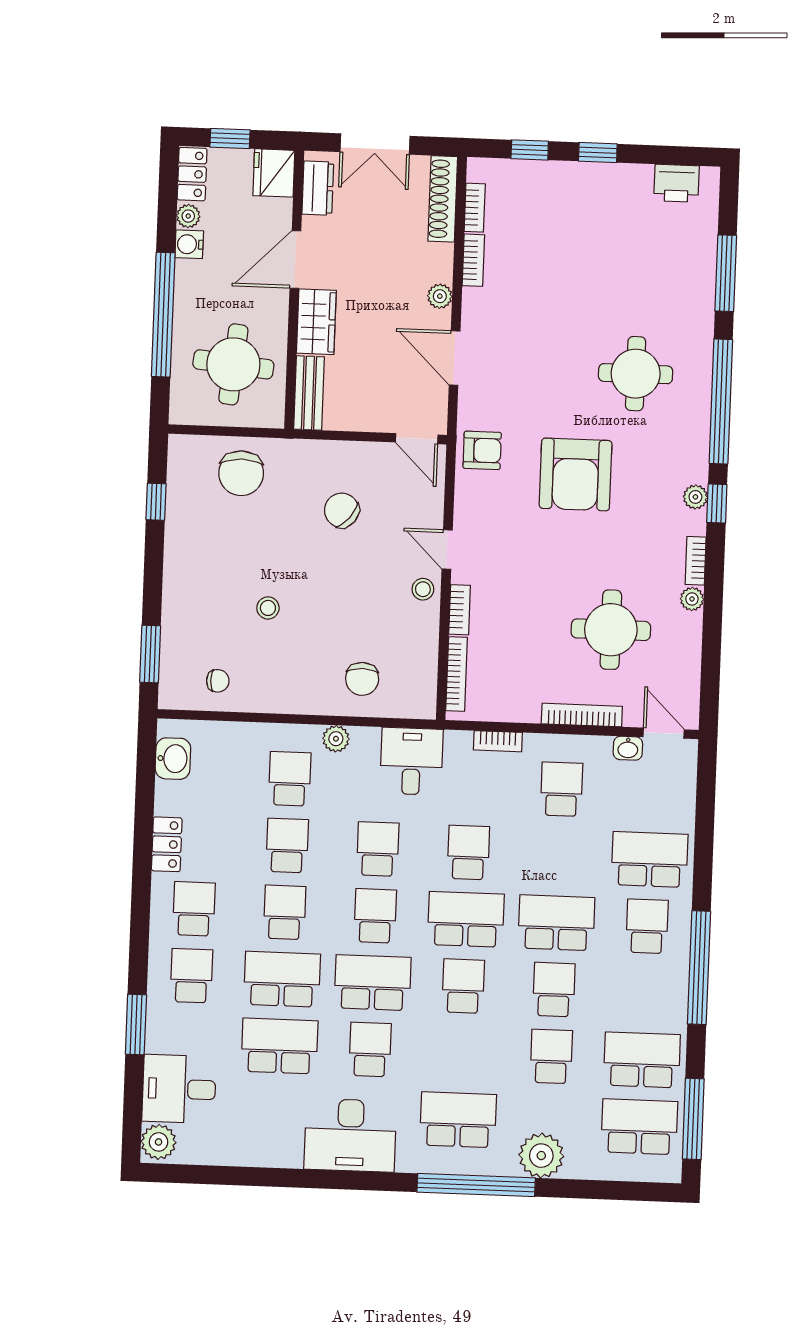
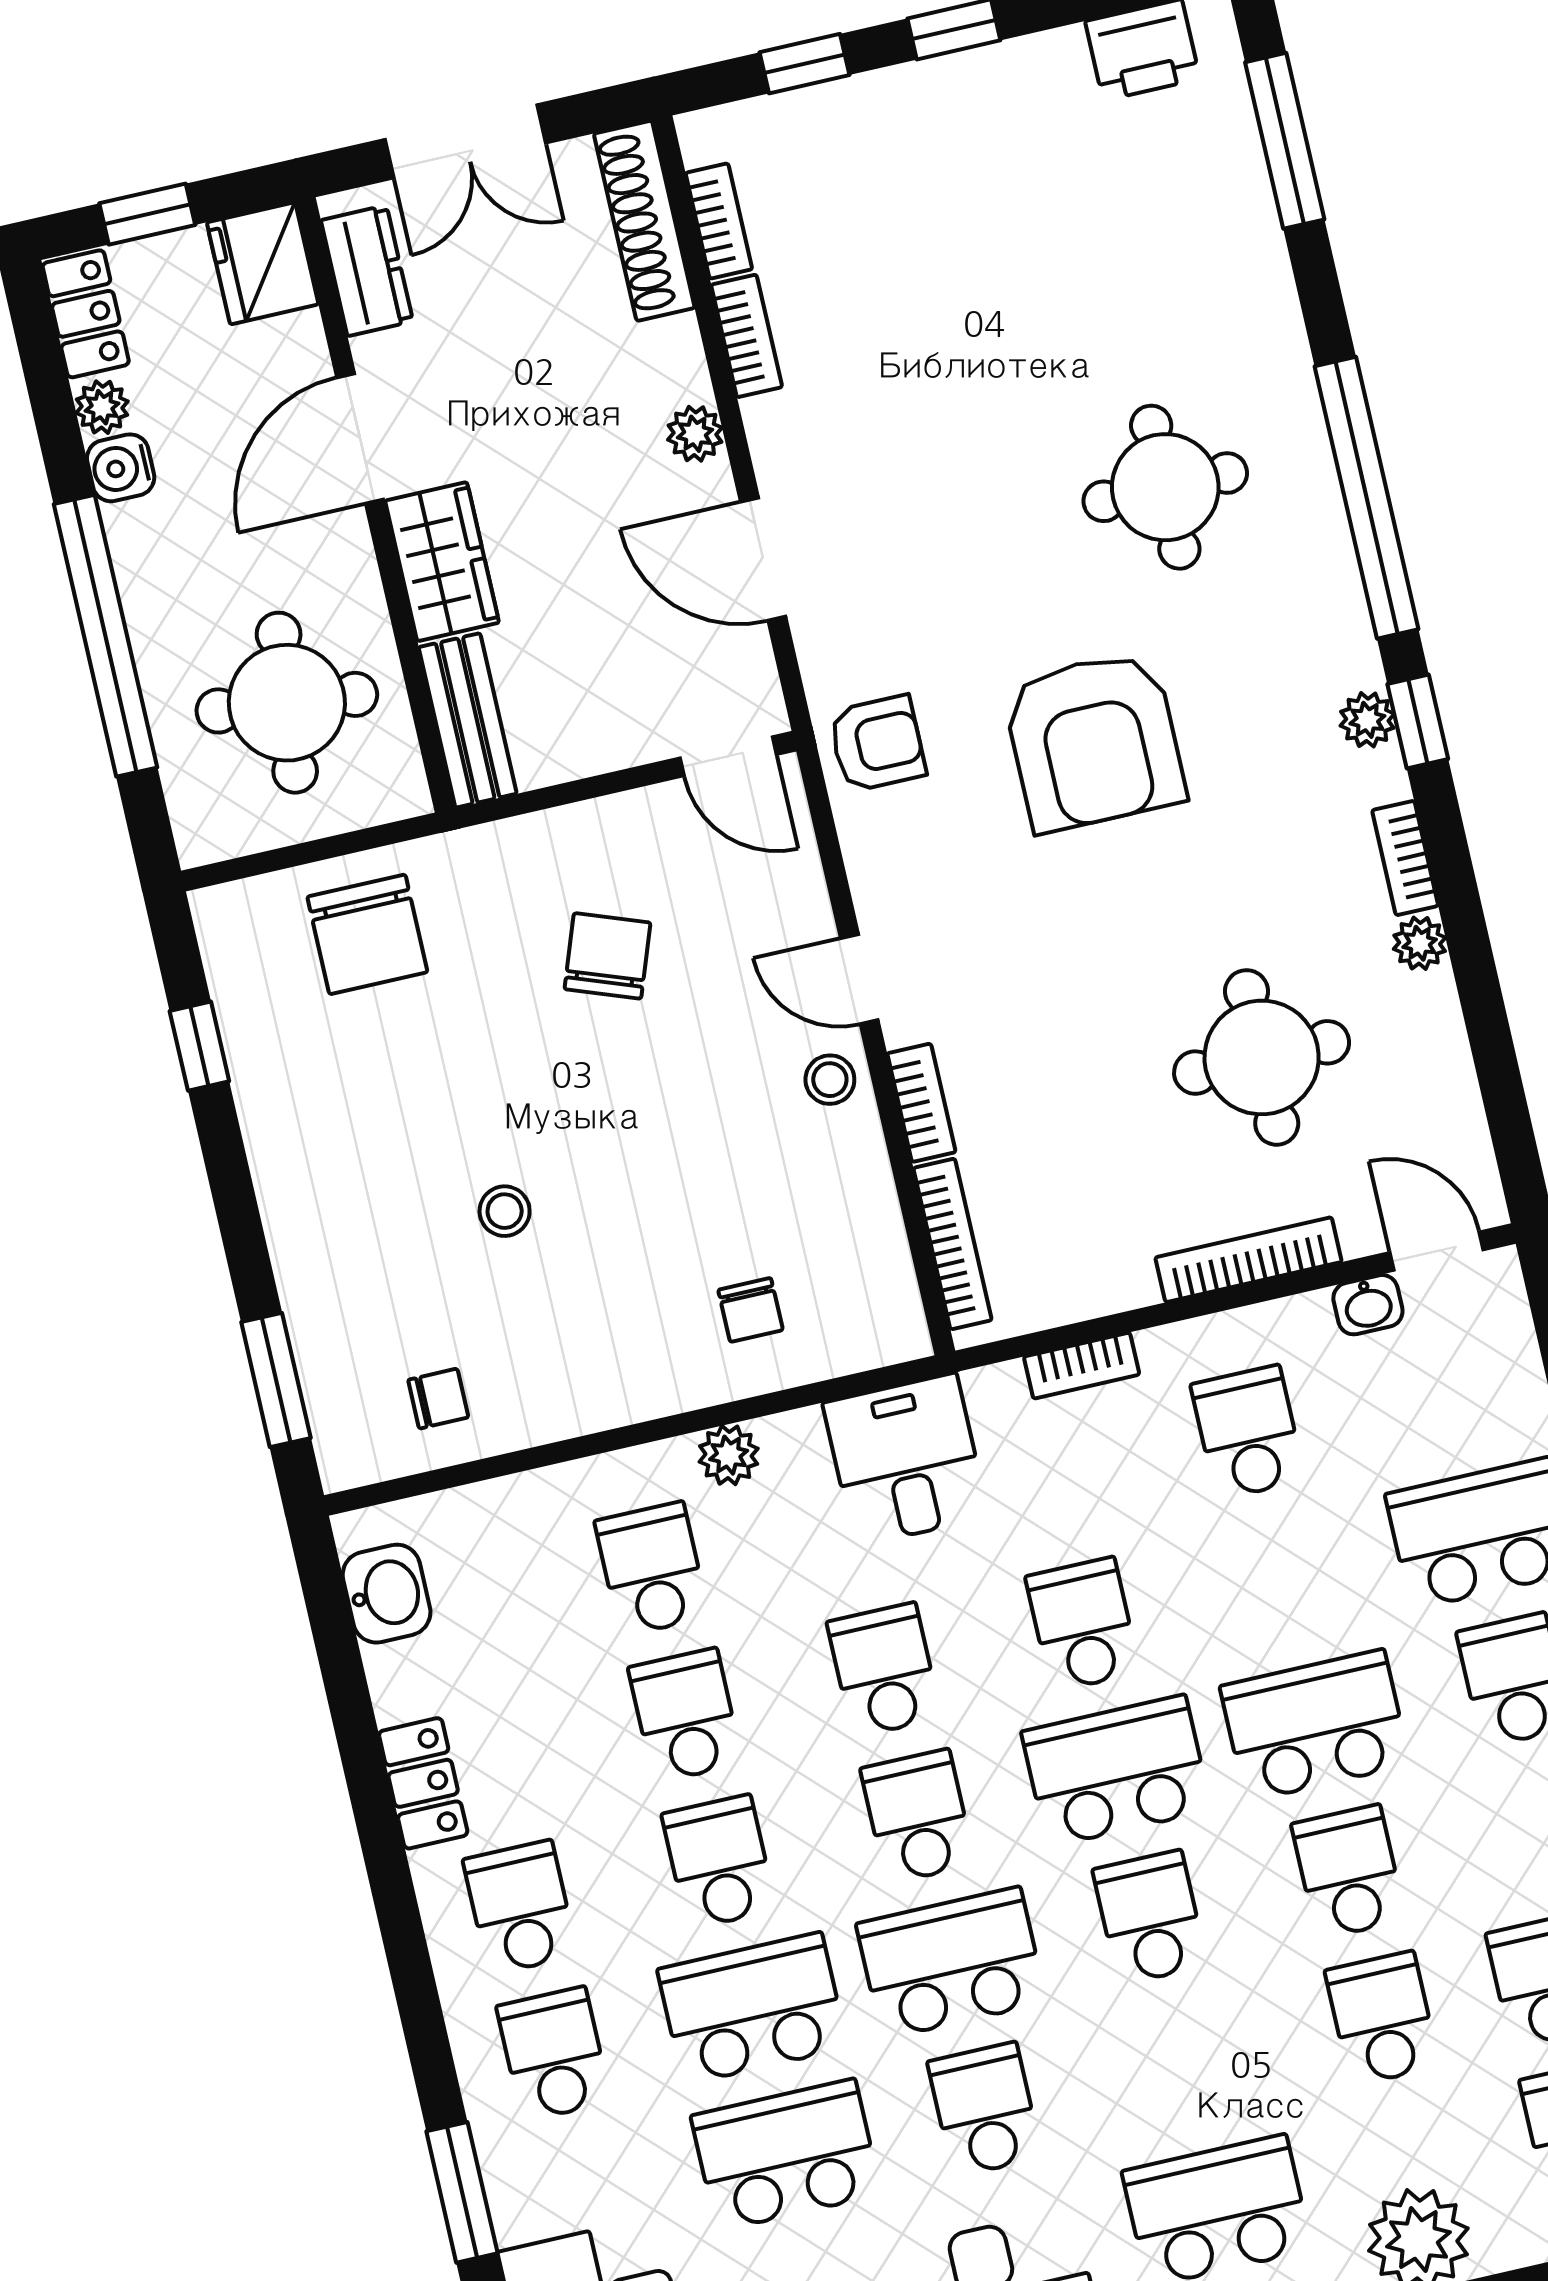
window: (726, 273) -> (1285, 141), moved
chair: (342, 510) -> (607, 956), turned 71
chair: (362, 679) -> (750, 1310), width x0.73, depth x0.73

